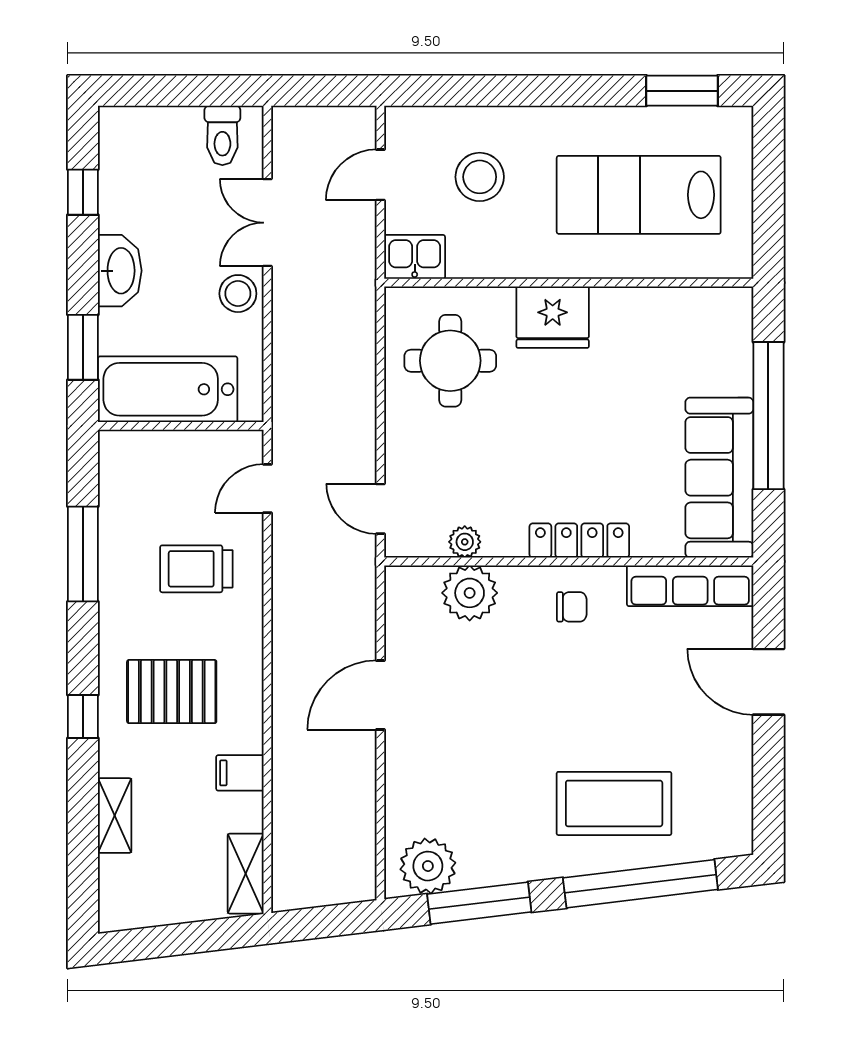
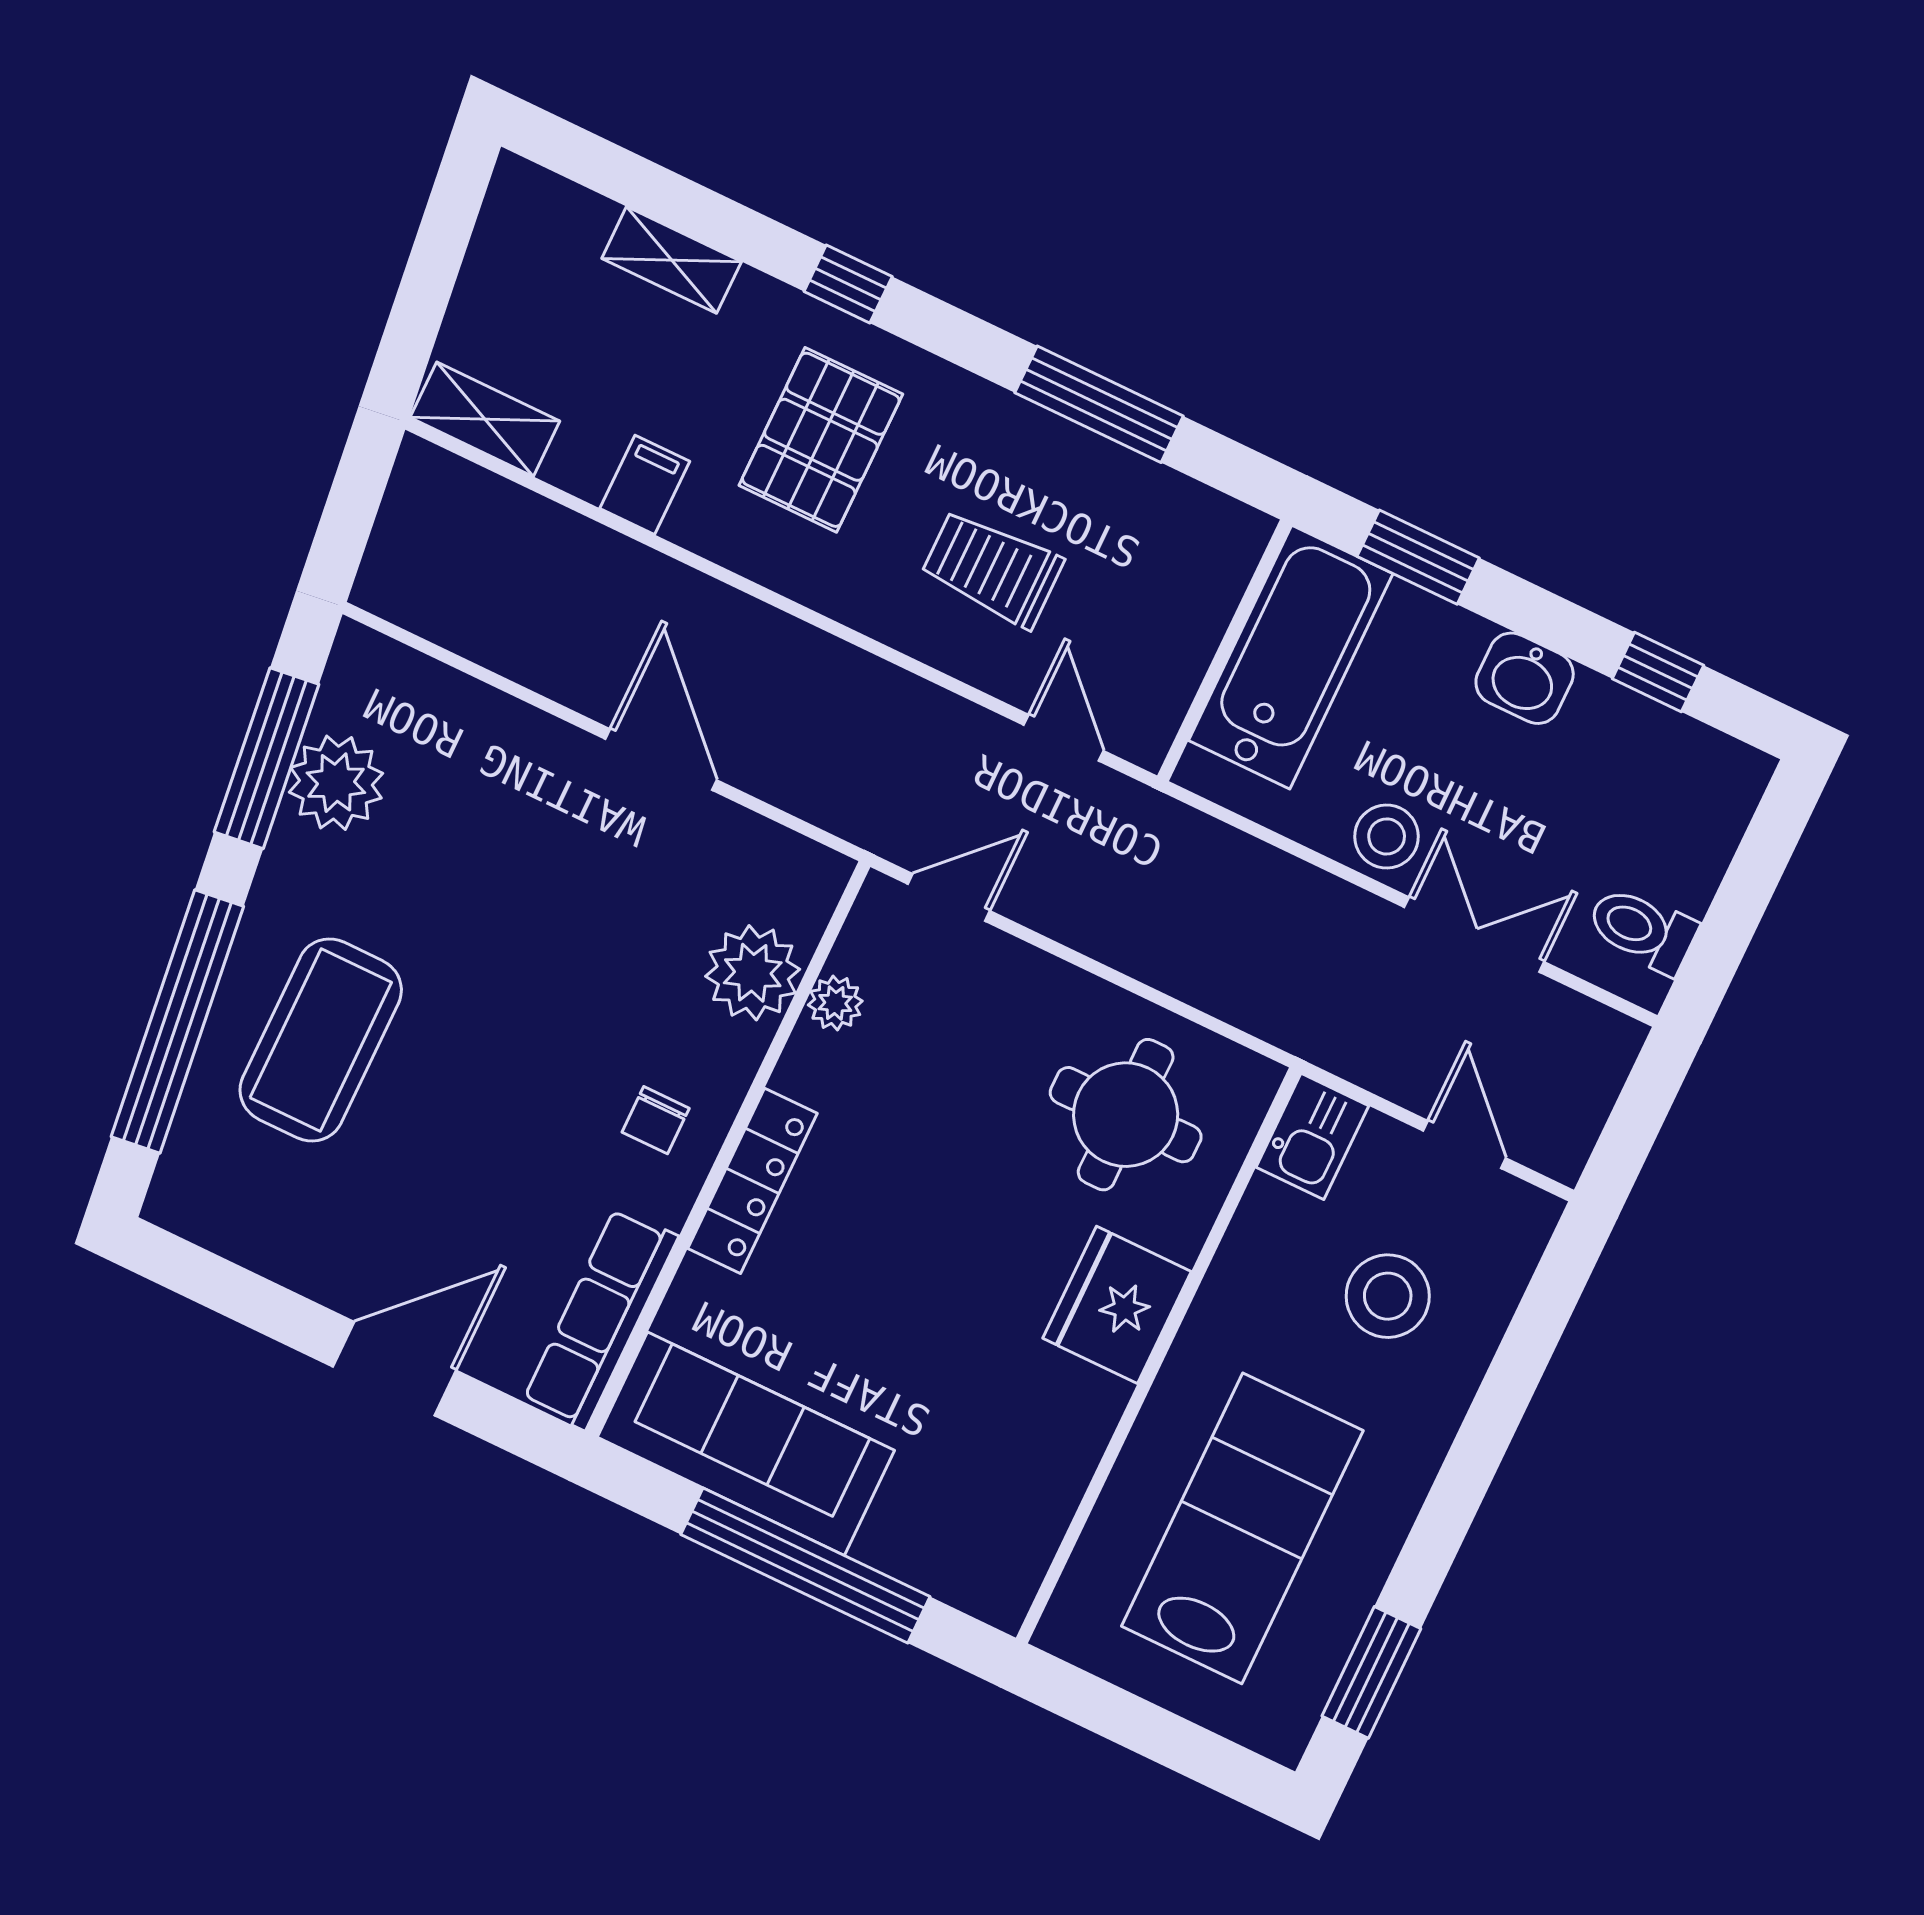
washbasin: (120, 271) -> (1525, 678), width x0.72
trolley: (196, 569) -> (992, 569), turned -90
plant: (428, 866) -> (336, 783), moved

